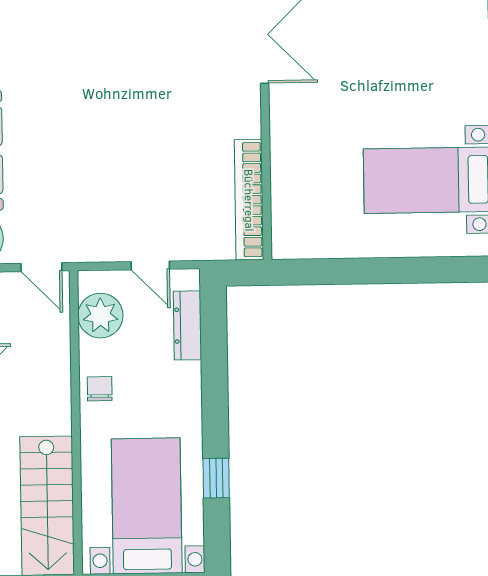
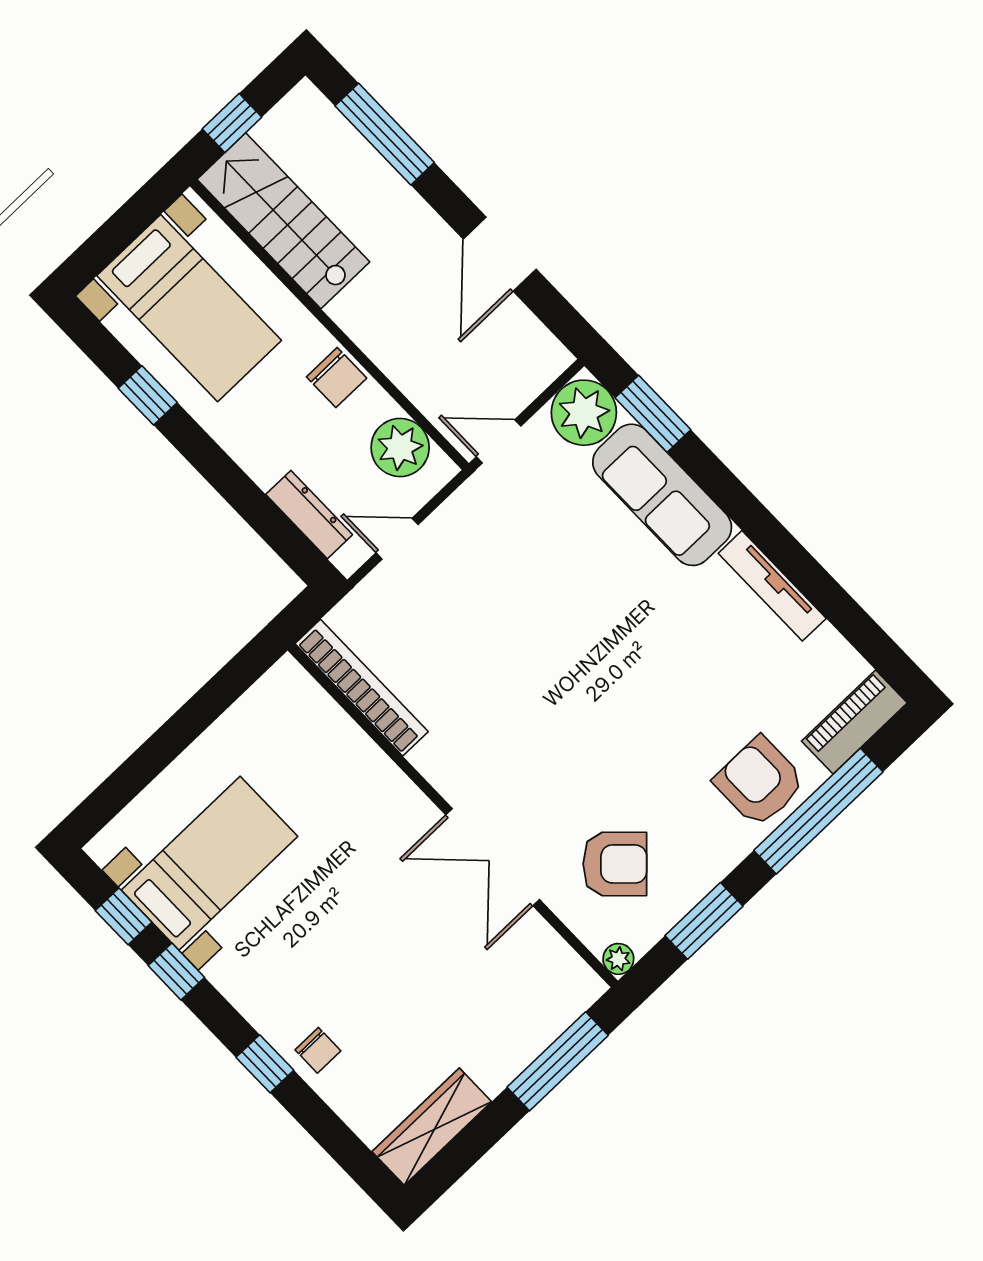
chair: (465, 17) -> (318, 1050), added
chair: (100, 389) -> (337, 377), width x1.37, depth x1.37

